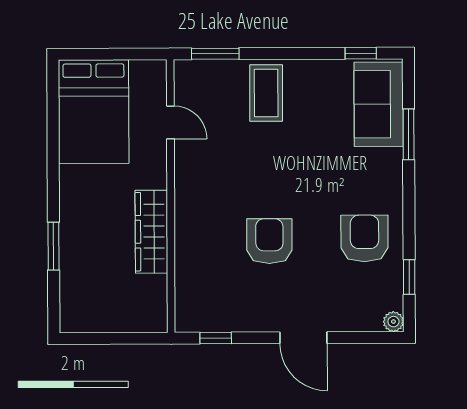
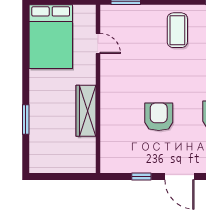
coffee table: (266, 93) -> (177, 30), moved
window: (216, 338) -> (141, 176), moved

